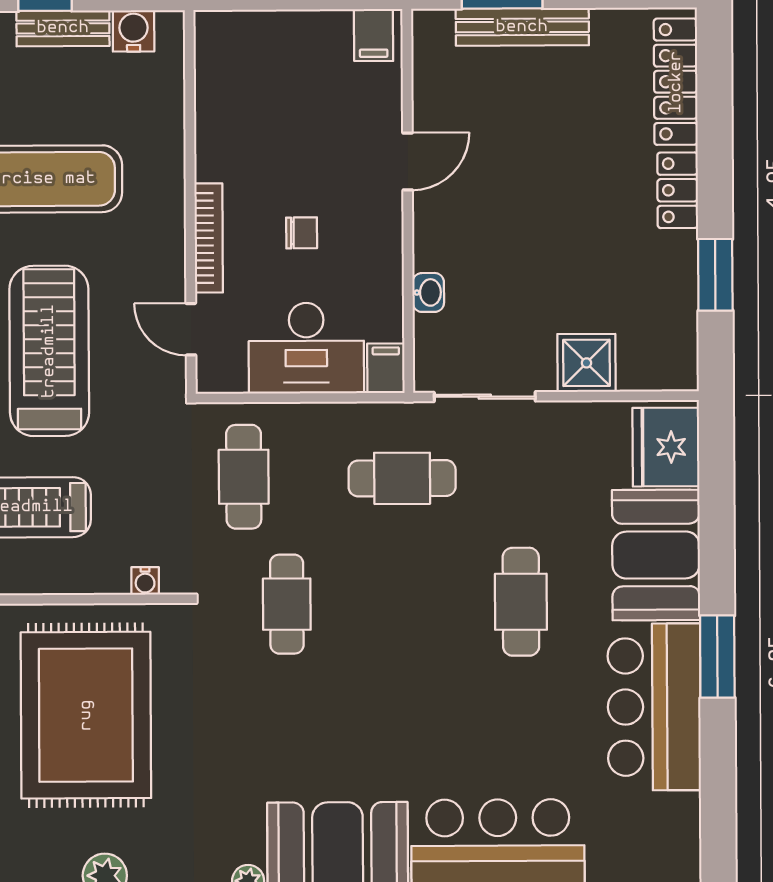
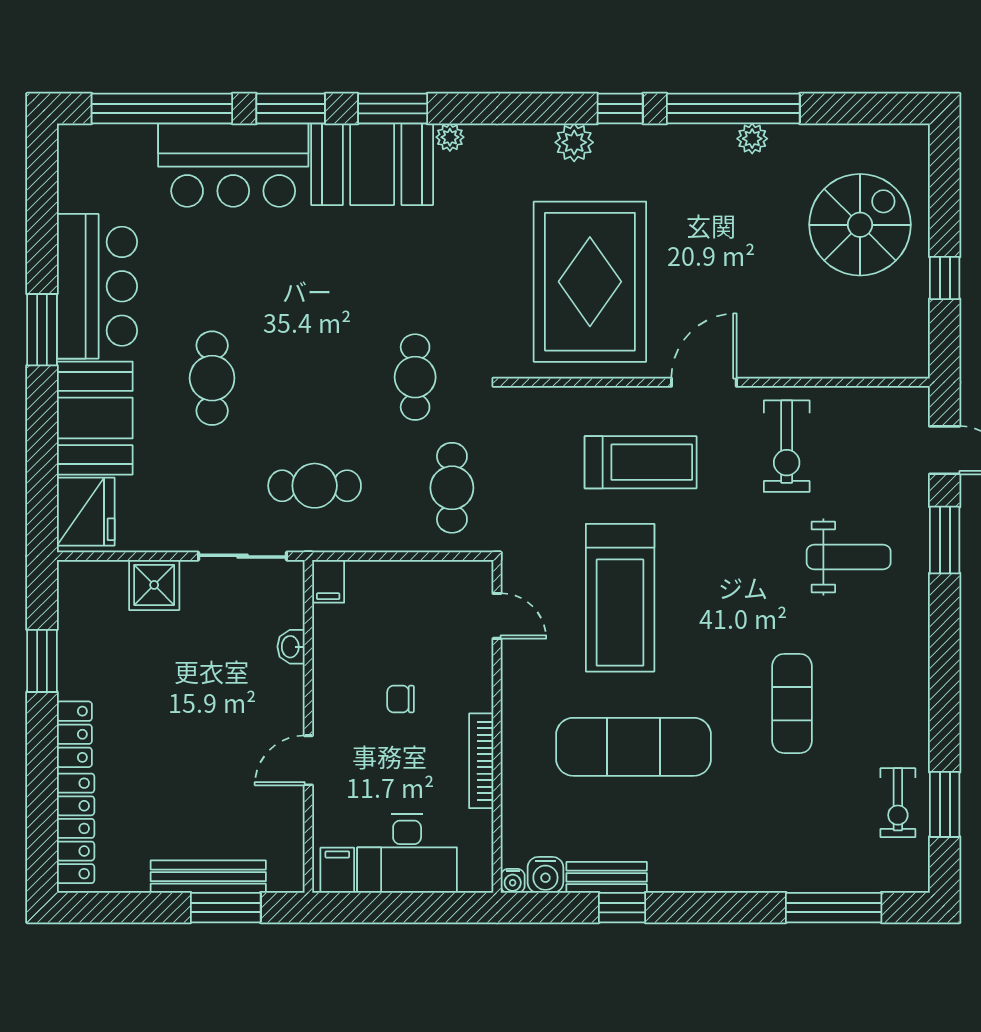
bookcase: (209, 238) -> (481, 761), moved
desk: (306, 348) -> (407, 854), moved, turned 180
water cooler: (145, 581) -> (513, 881), moved, turned 180

